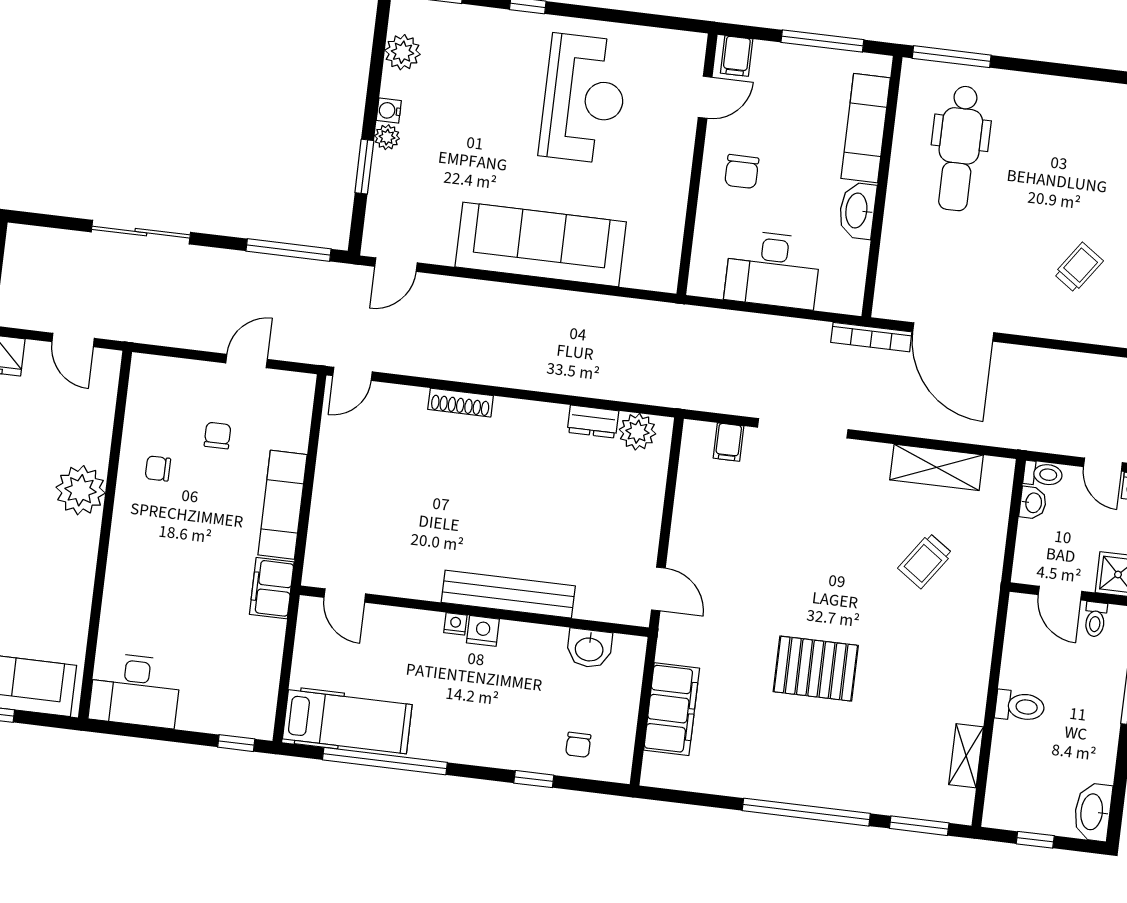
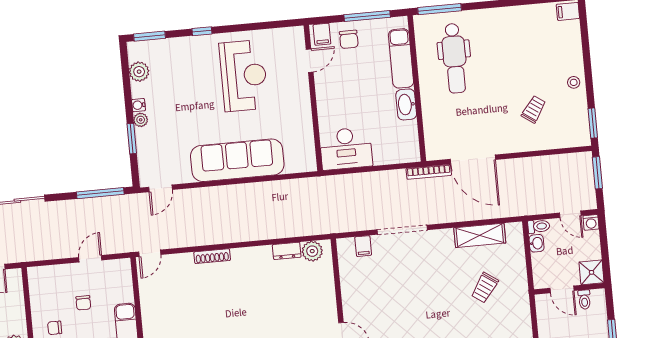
chair: (742, 172) -> (349, 39), moved
desk: (773, 270) -> (346, 149), moved
chair: (218, 436) -> (83, 303), turned 180

